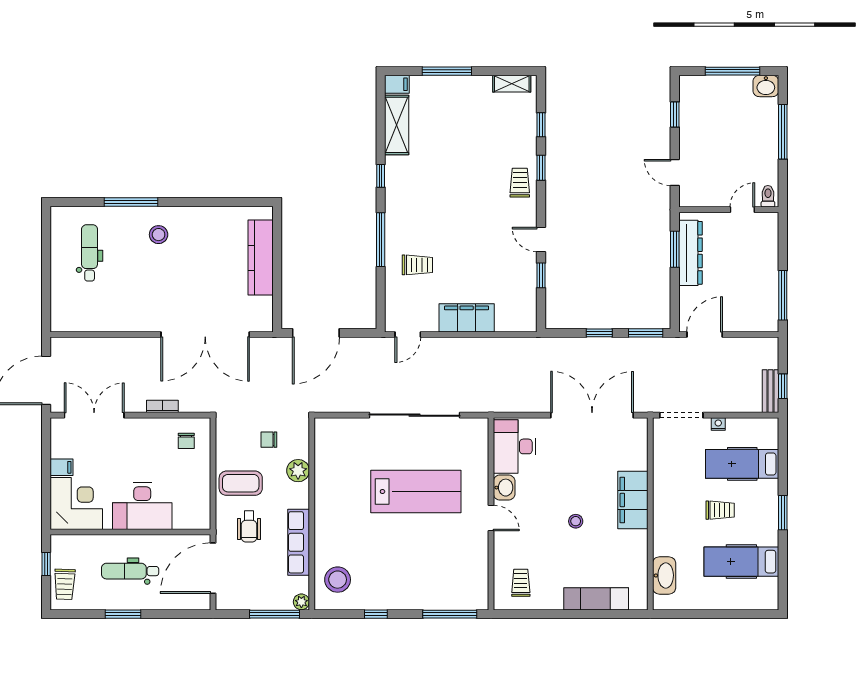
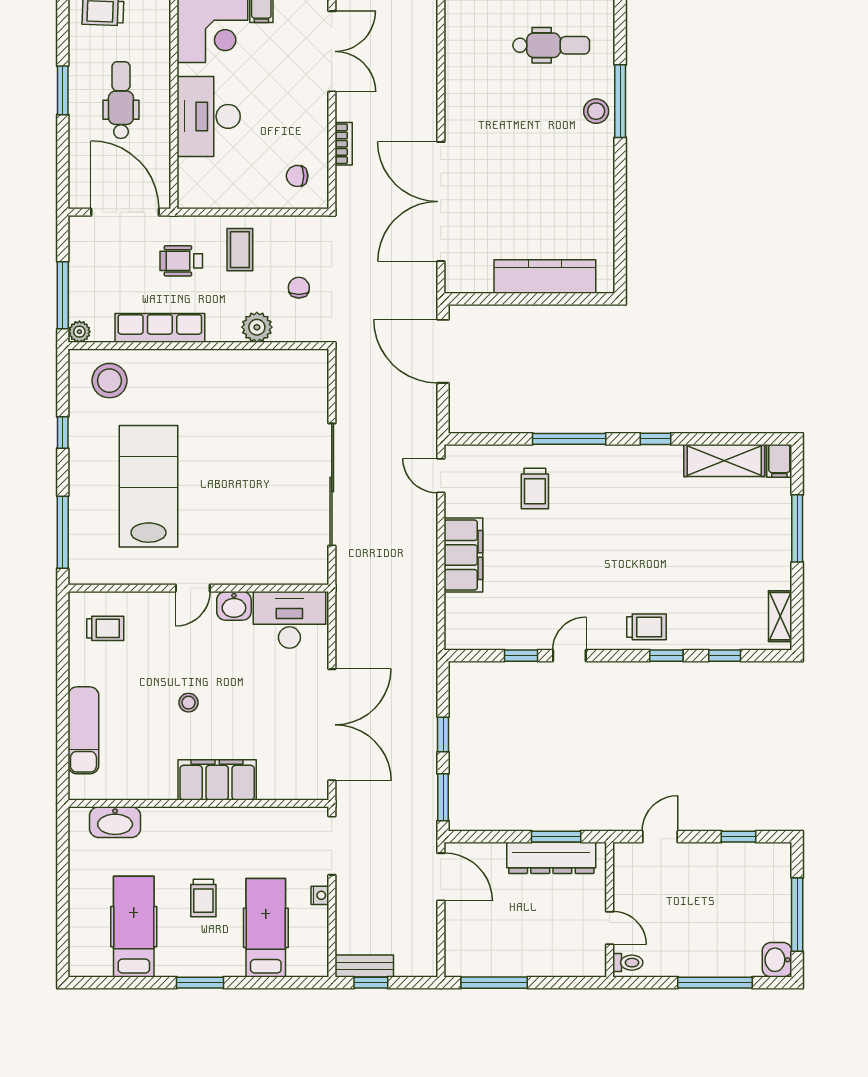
stool: (159, 235) -> (596, 111), moved
coffee table: (241, 483) -> (240, 250), width x0.73, depth x0.77
lab bench: (416, 492) -> (148, 486), moved, turned 180

